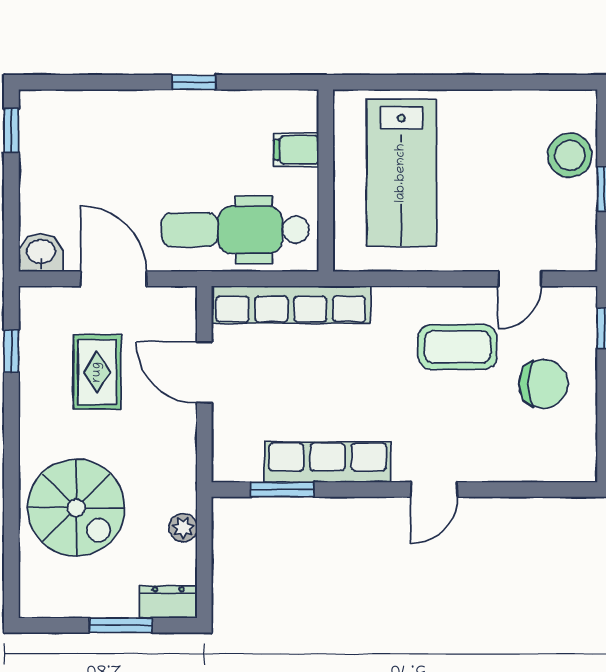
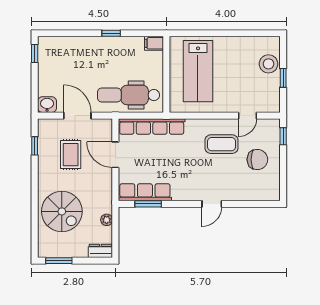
filing cabinet: (296, 150) -> (154, 43), moved
row of seats: (328, 462) -> (145, 192), moved
window: (121, 625) -> (59, 261), moved

